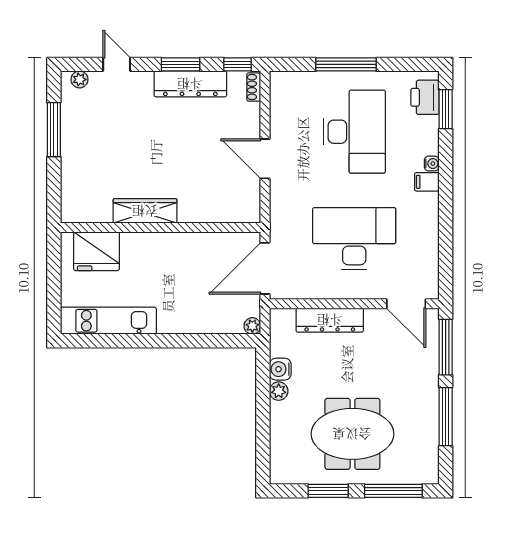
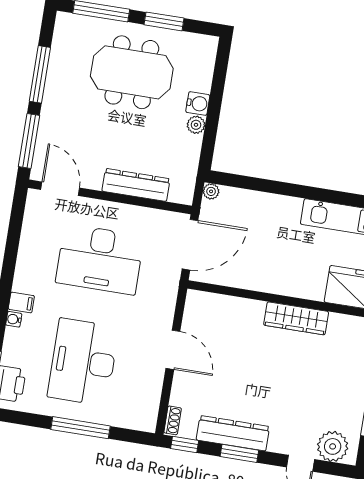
plant: (79, 79) -> (333, 446), width x1.88, depth x1.88
water cooler: (280, 369) -> (198, 104), moved

